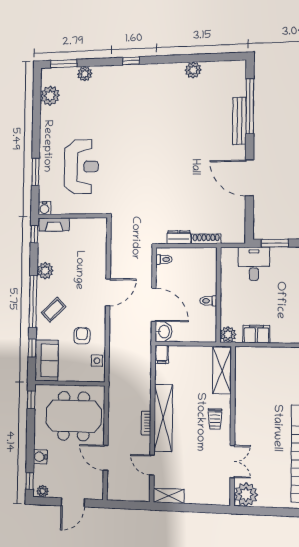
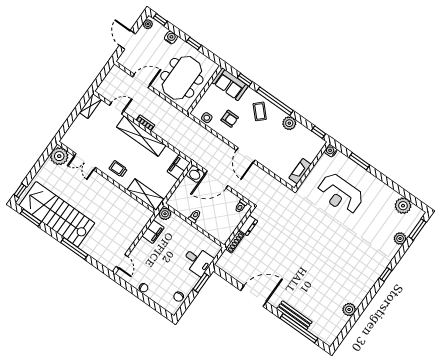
fireplace: (54, 225) -> (300, 171), moved
filing cabinet: (162, 354) -> (179, 167), width x2.00
window: (31, 400) -> (194, 44), moved

